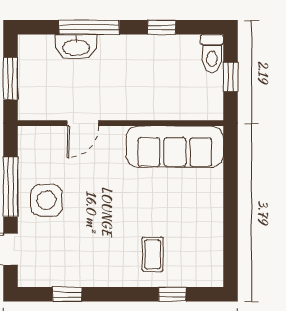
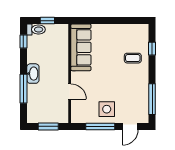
window: (162, 27) -> (23, 42), moved
washbasin: (76, 47) -> (33, 74), moved
window: (67, 294) -> (152, 99), width x2.17

